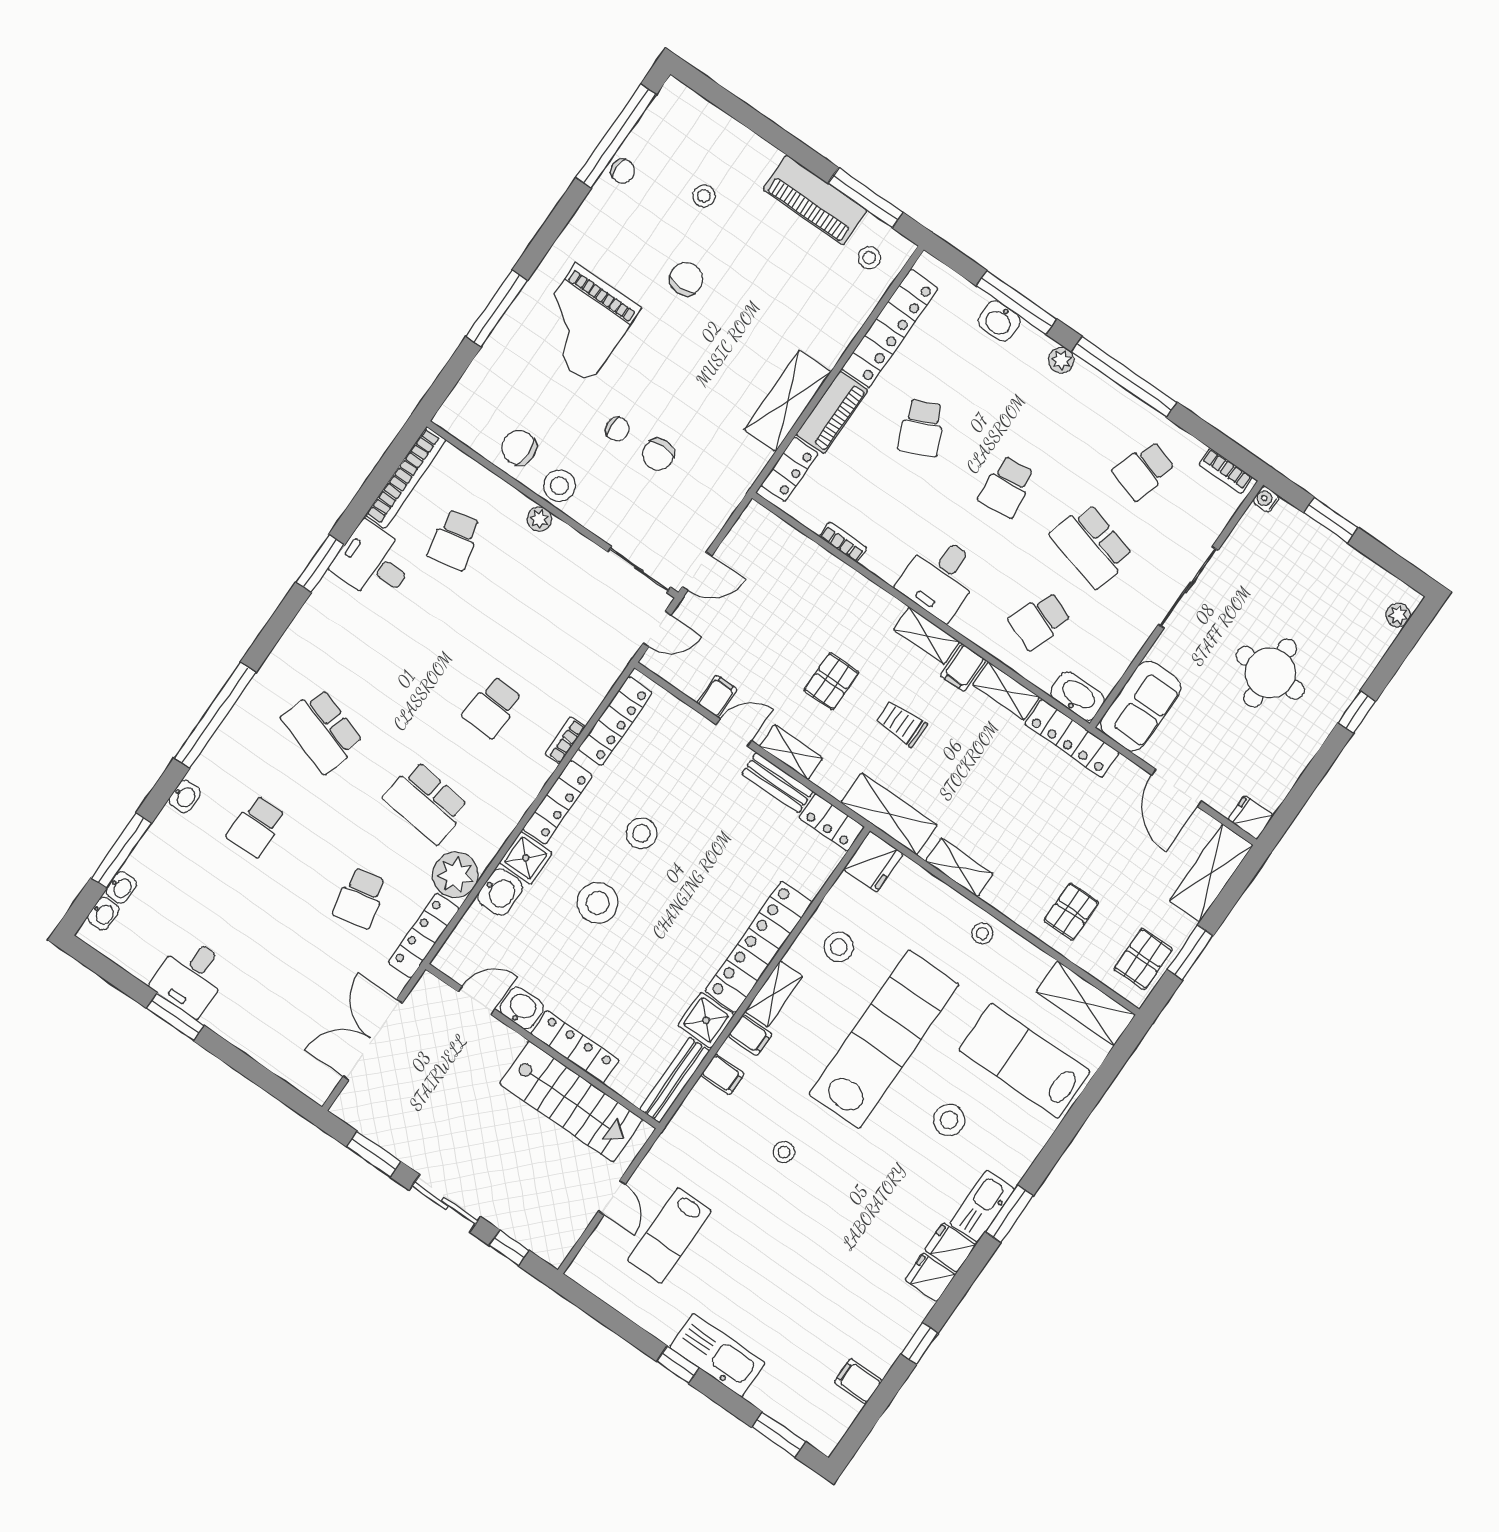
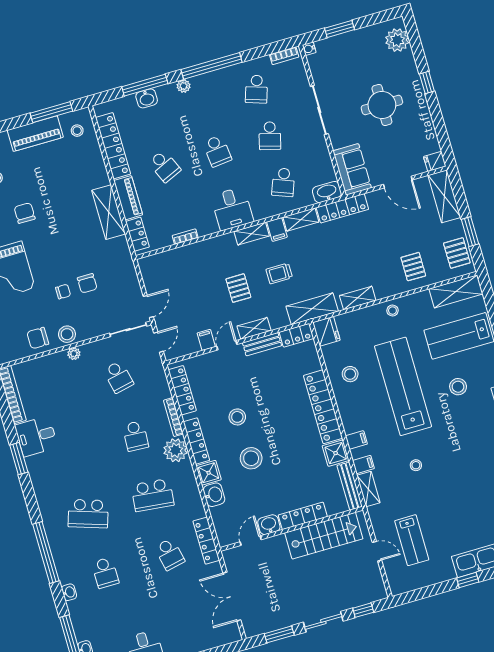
school desk: (455, 540) -> (118, 377), moved
school desk: (1092, 546) -> (270, 136), width x0.54
plant: (1398, 615) -> (397, 40), width x1.87, depth x1.87
bookcase: (565, 740) -> (173, 417), width x1.56
plant: (455, 875) -> (175, 450), moved
shelving: (774, 994) -> (368, 489), moved

